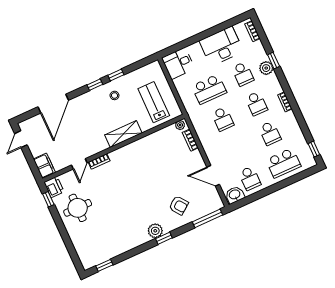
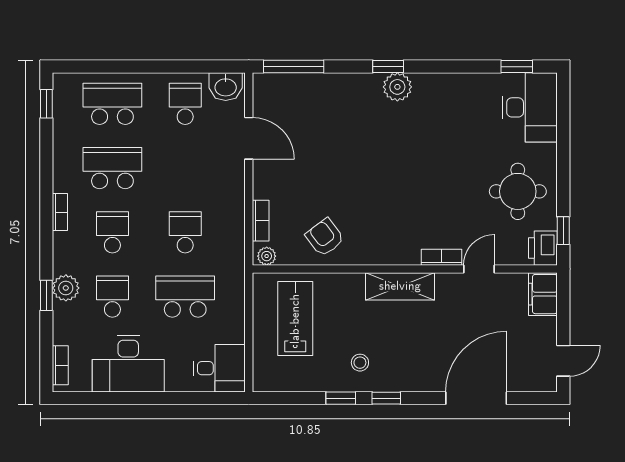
lab bench: (154, 102) -> (295, 319), turned 180
school desk: (270, 133) -> (112, 168), width x1.85
shelving: (123, 134) -> (400, 286), moved
armchair: (179, 205) -> (325, 237), moved
desk: (90, 249) -> (530, 107), added

